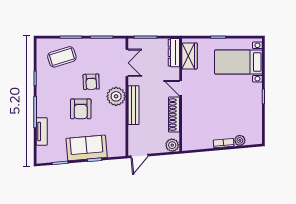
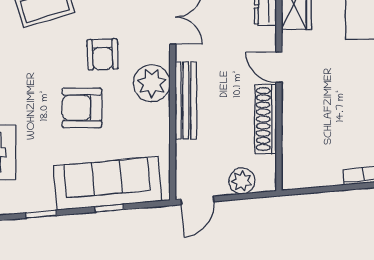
armchair: (81, 109) -> (82, 108), turned 90
plant: (172, 145) -> (242, 181), moved
sofa: (87, 148) -> (107, 183), width x1.36

